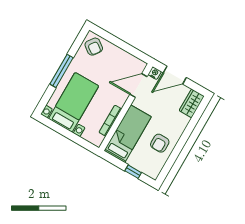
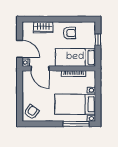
window: (62, 71) -> (76, 124), moved
wardrobe: (192, 103) -> (43, 27), moved

